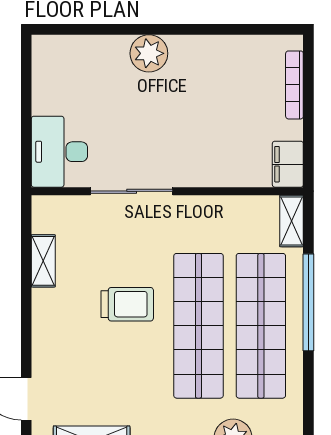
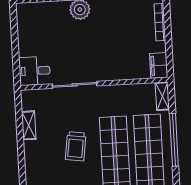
desk: (59, 152) -> (35, 71), width x0.73
trolley: (127, 304) -> (76, 146), turned 98

